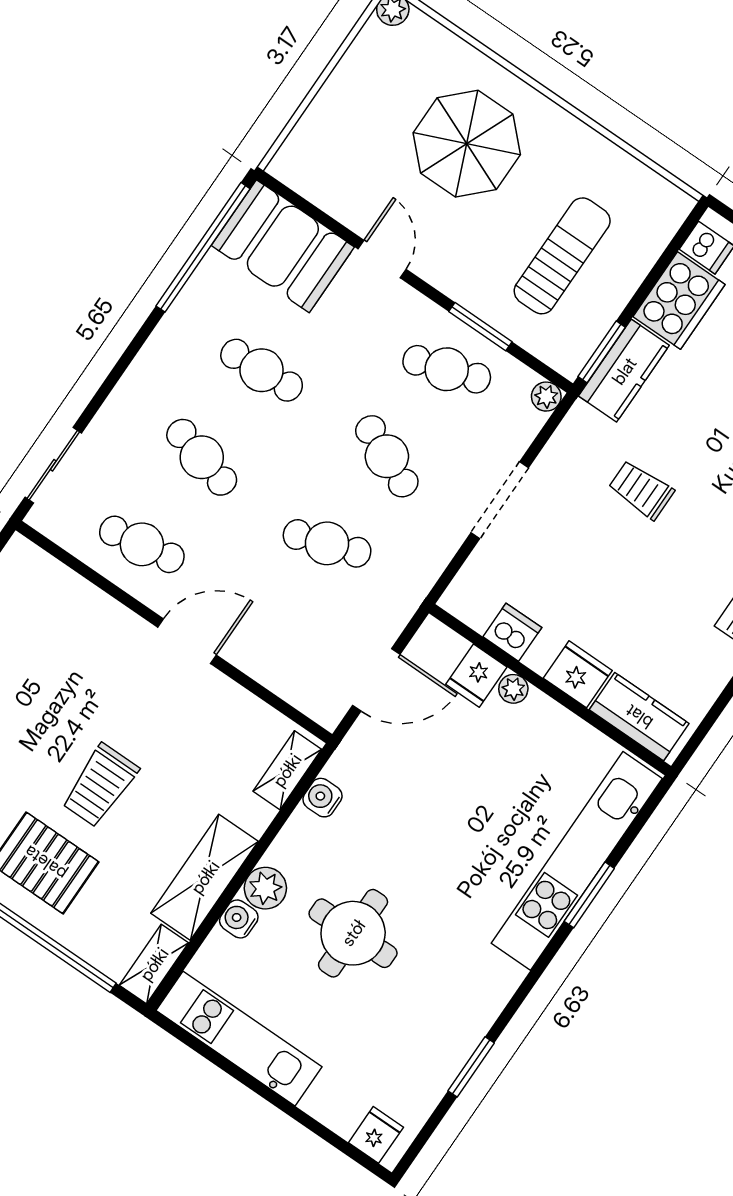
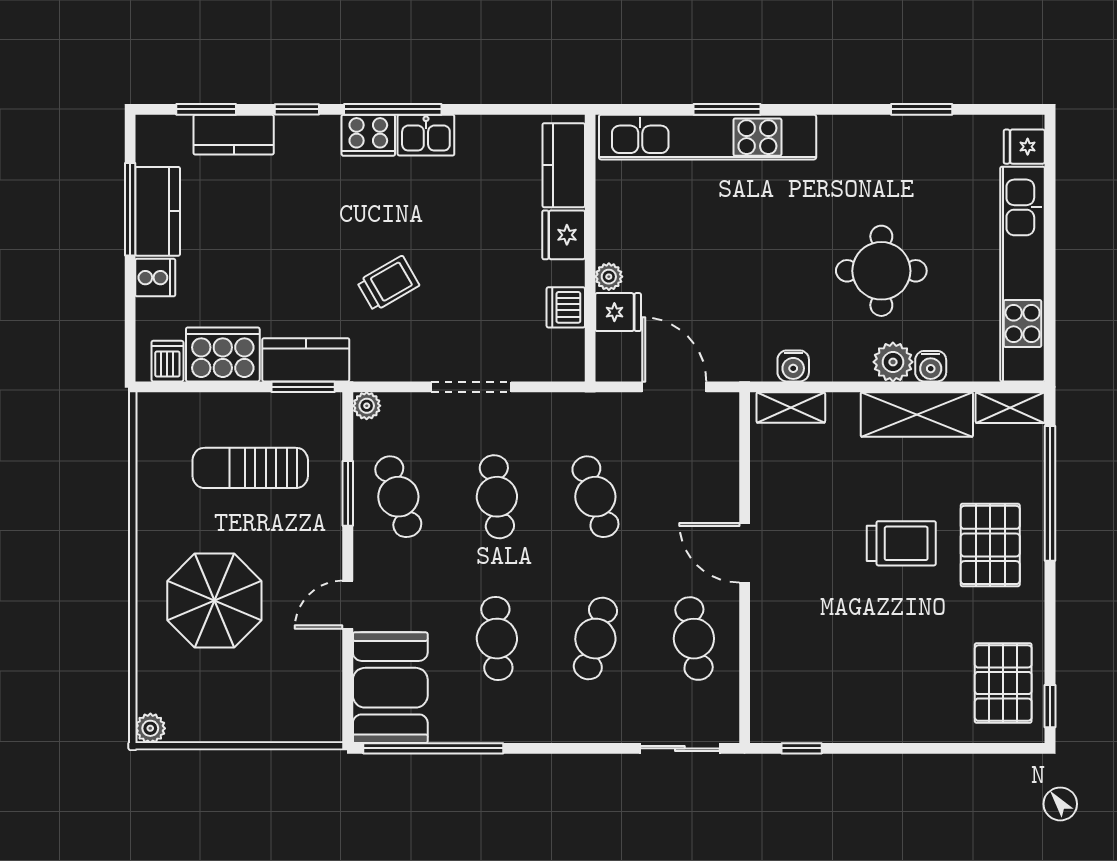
cafe table: (387, 456) -> (497, 497), turned -30
trolley: (641, 490) -> (388, 284), turned -120
kitchen unit: (239, 1039) -> (1023, 274), width x1.36

